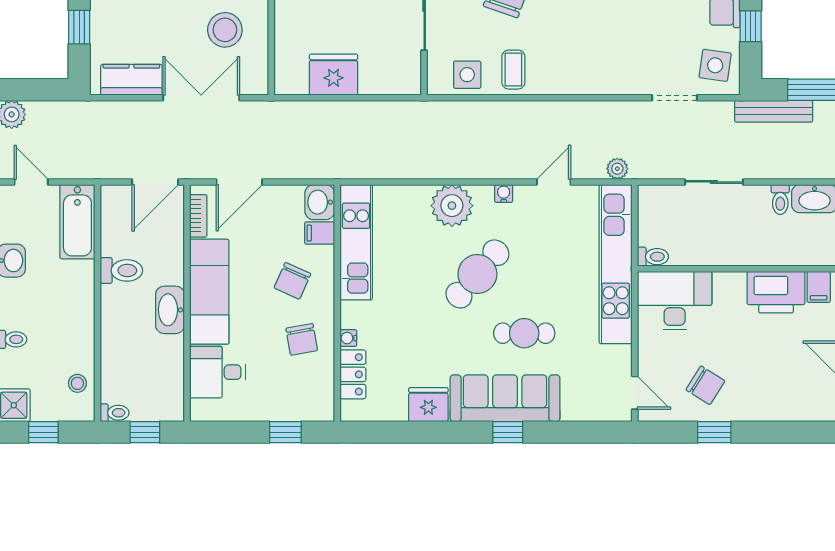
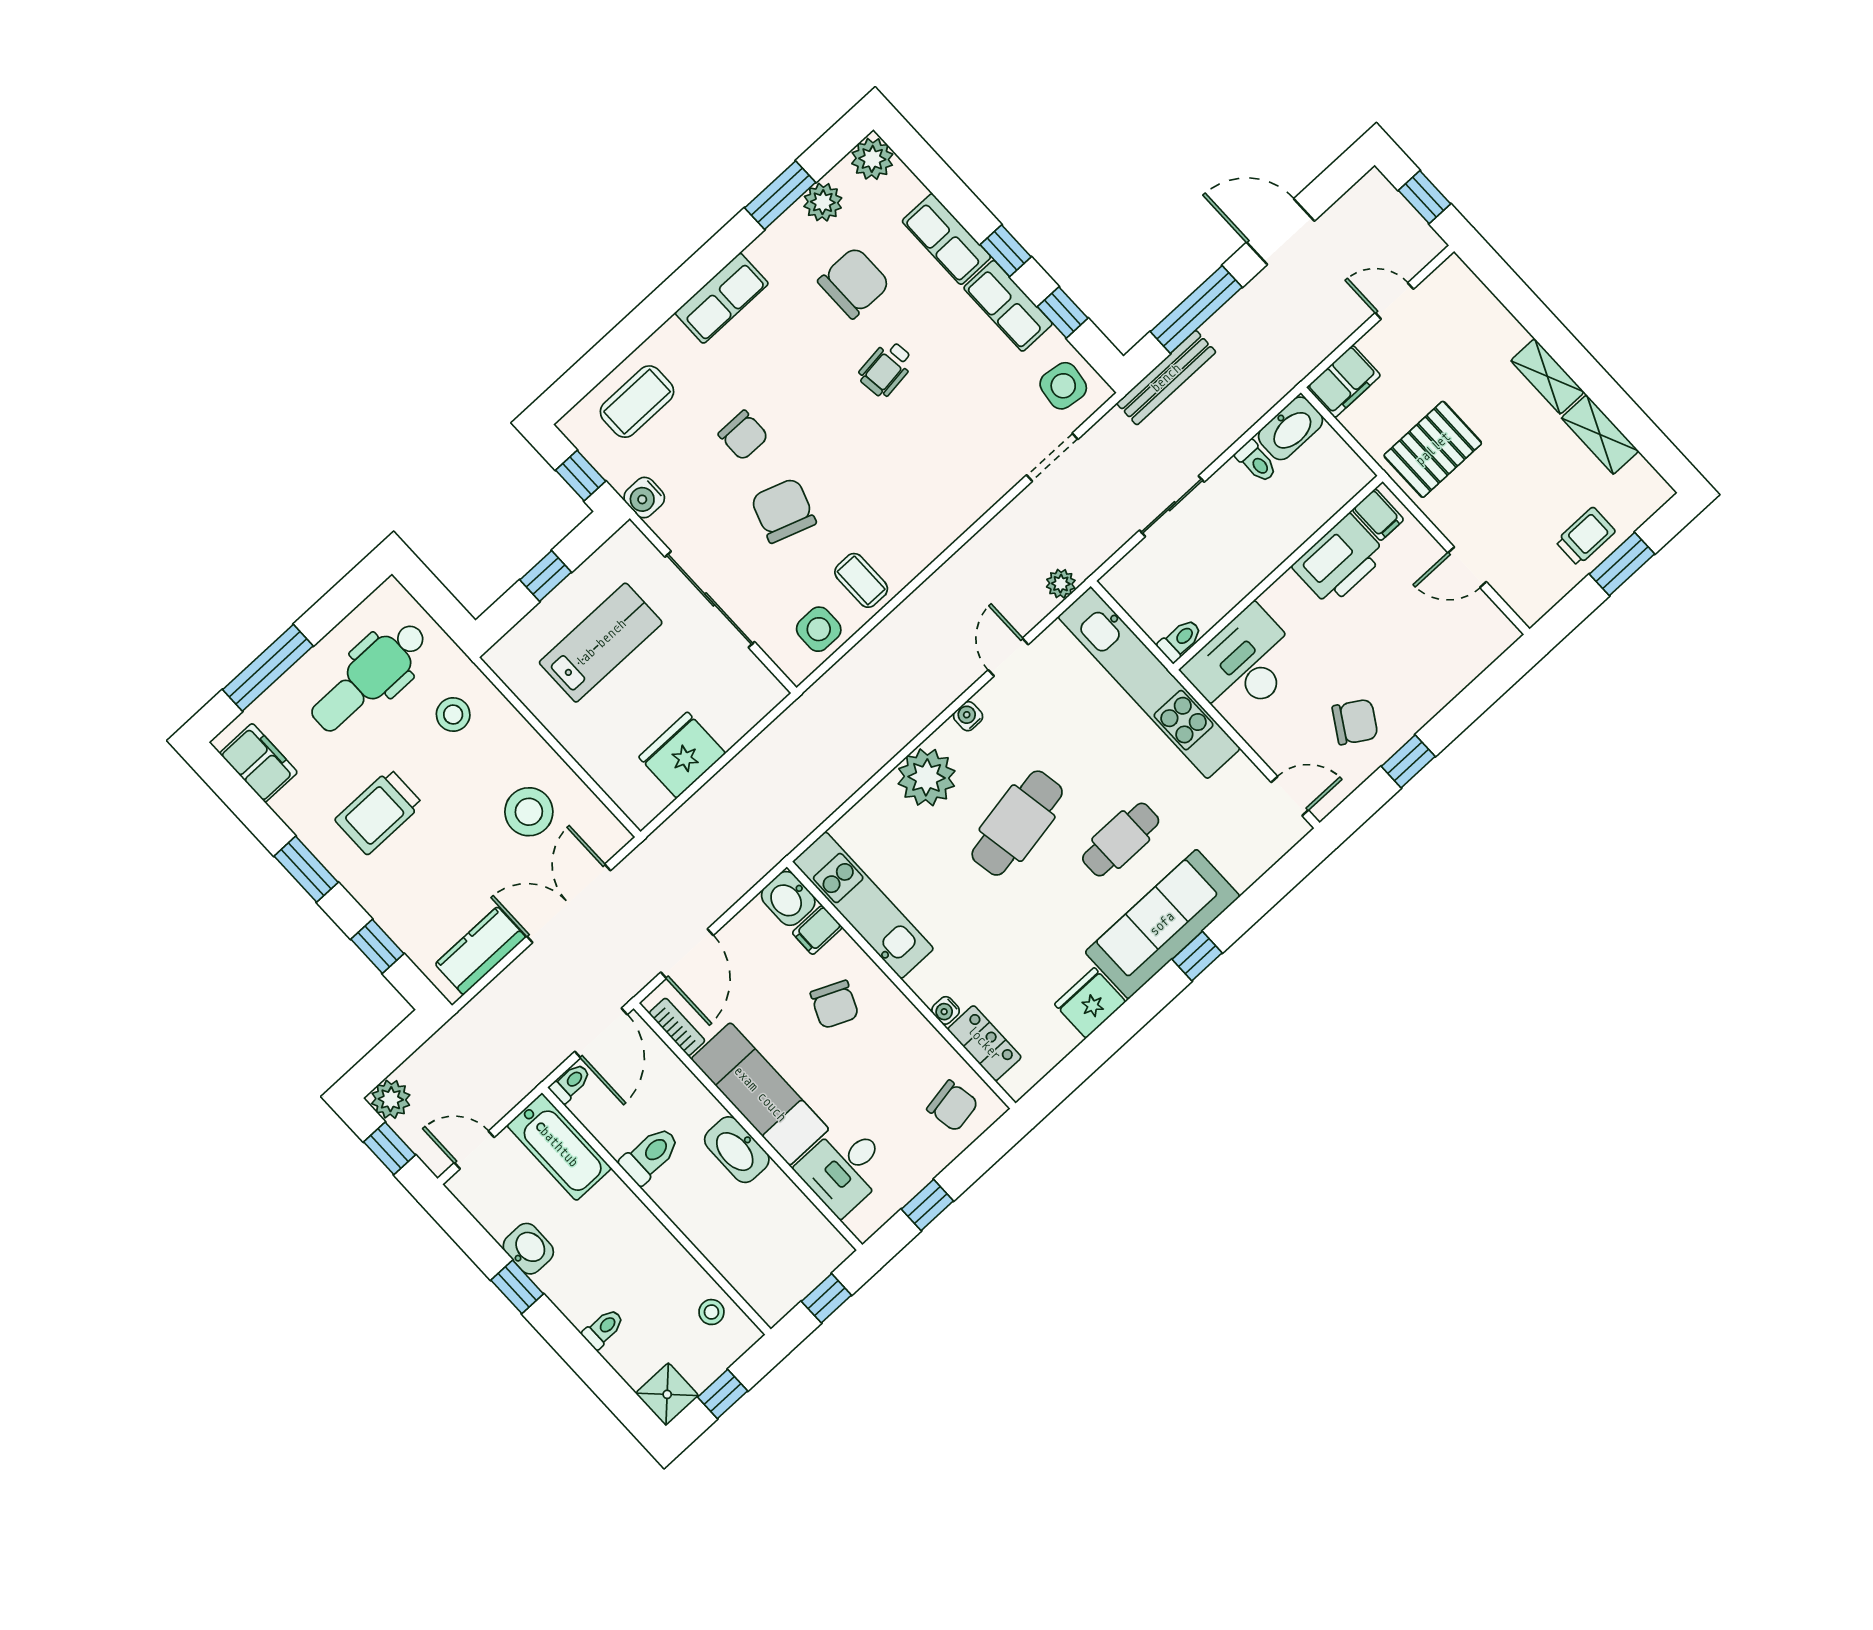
cafe table: (477, 274) -> (1017, 823), turned 39
chair: (302, 339) -> (953, 1106), moved
toilet: (115, 413) -> (570, 1083), moved
window: (285, 432) -> (927, 1205), moved

